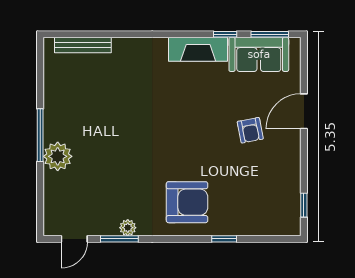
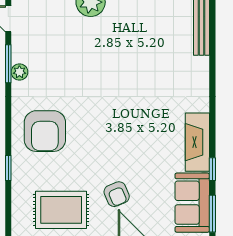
armchair: (250, 130) -> (117, 194), turned -102
rug: (266, 186) -> (61, 210), added

